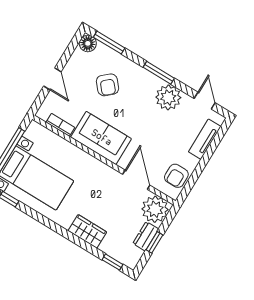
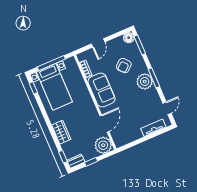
plant: (168, 97) -> (145, 81), moved
armchair: (176, 176) -> (126, 136), removed
dresser: (146, 236) -> (76, 161), moved

